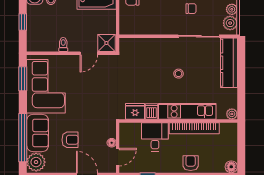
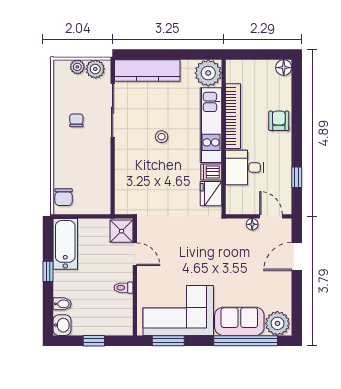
plant: (232, 114) -> (208, 73), width x1.88, depth x1.88
armchair: (70, 140) -> (248, 279), removed
armchair: (191, 163) -> (279, 121), turned 90

